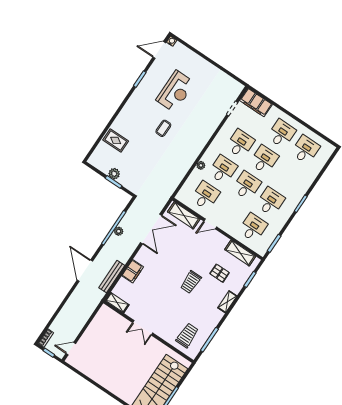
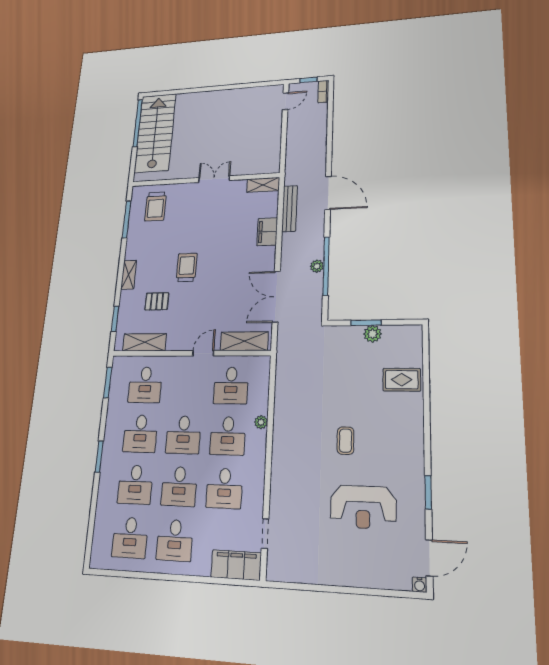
reception desk: (175, 91) -> (363, 507), turned -90
desk: (288, 176) -> (135, 485), added

